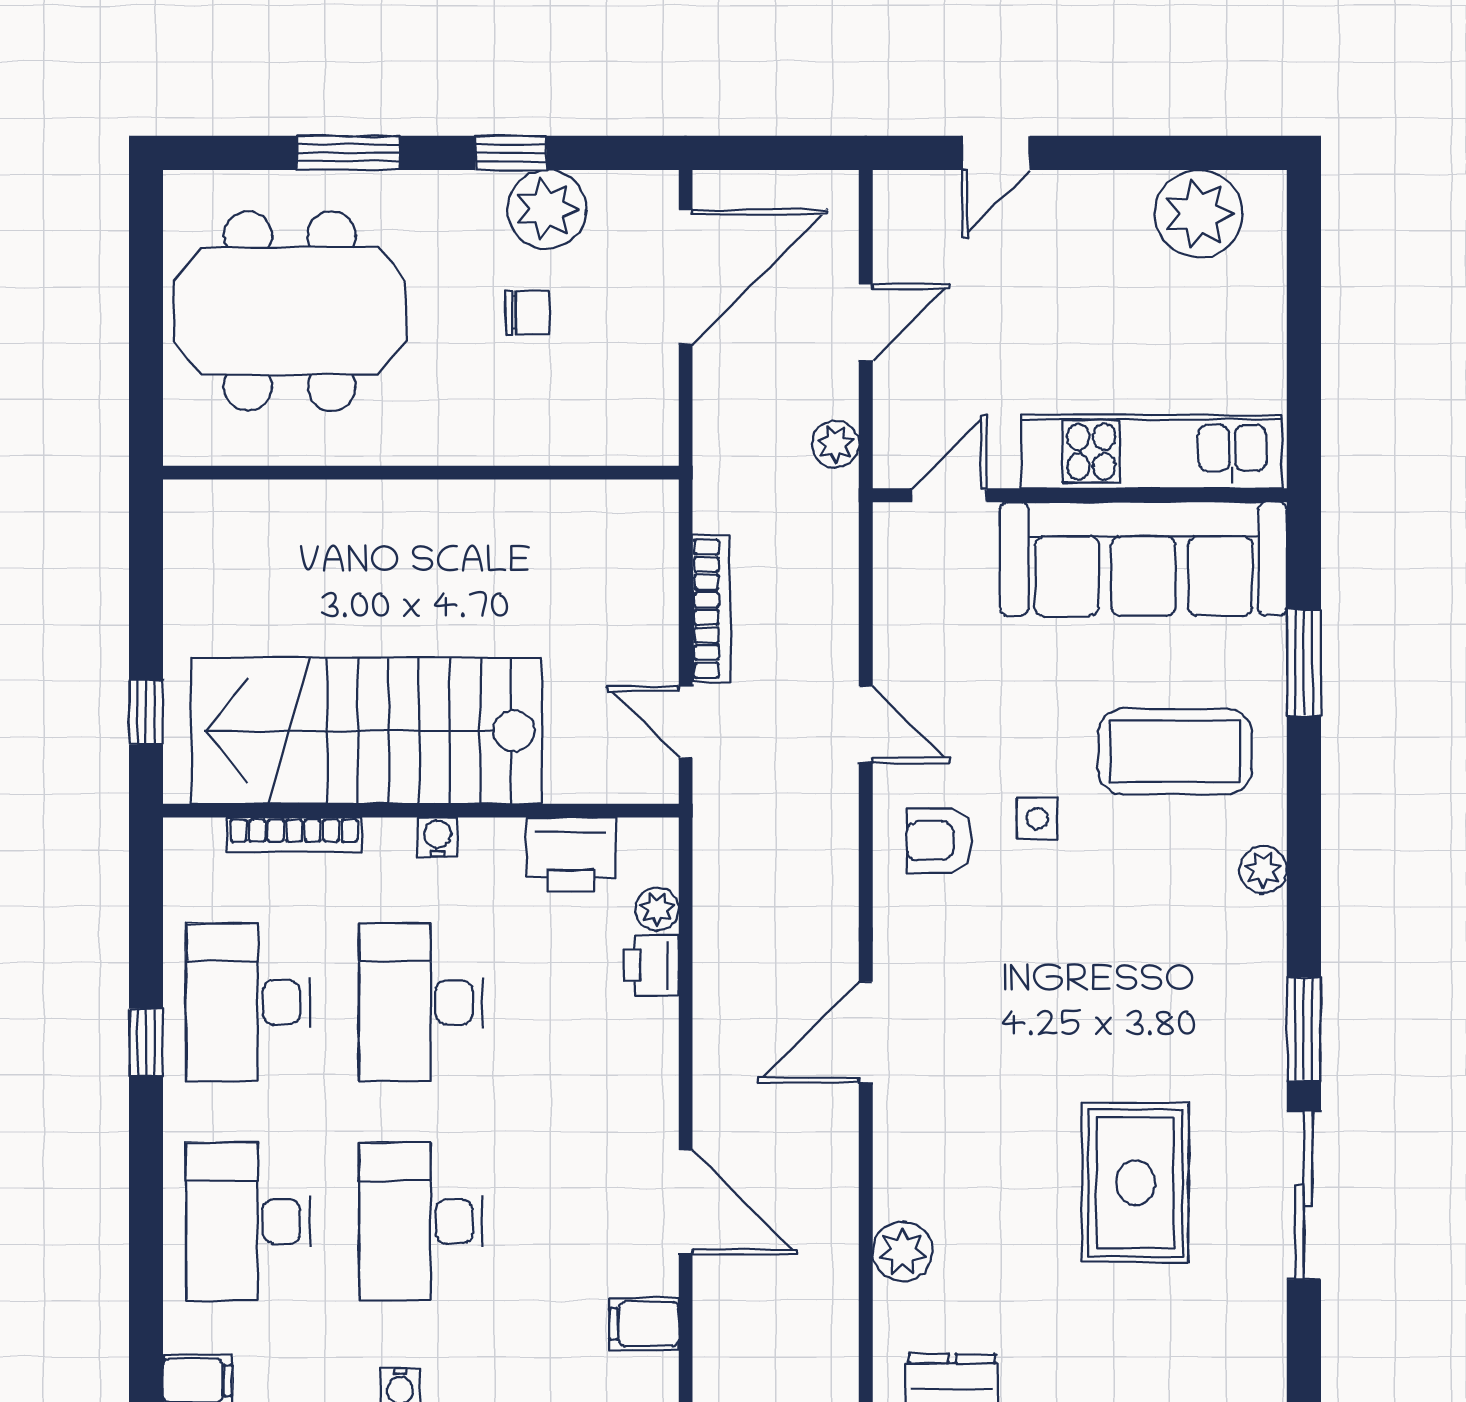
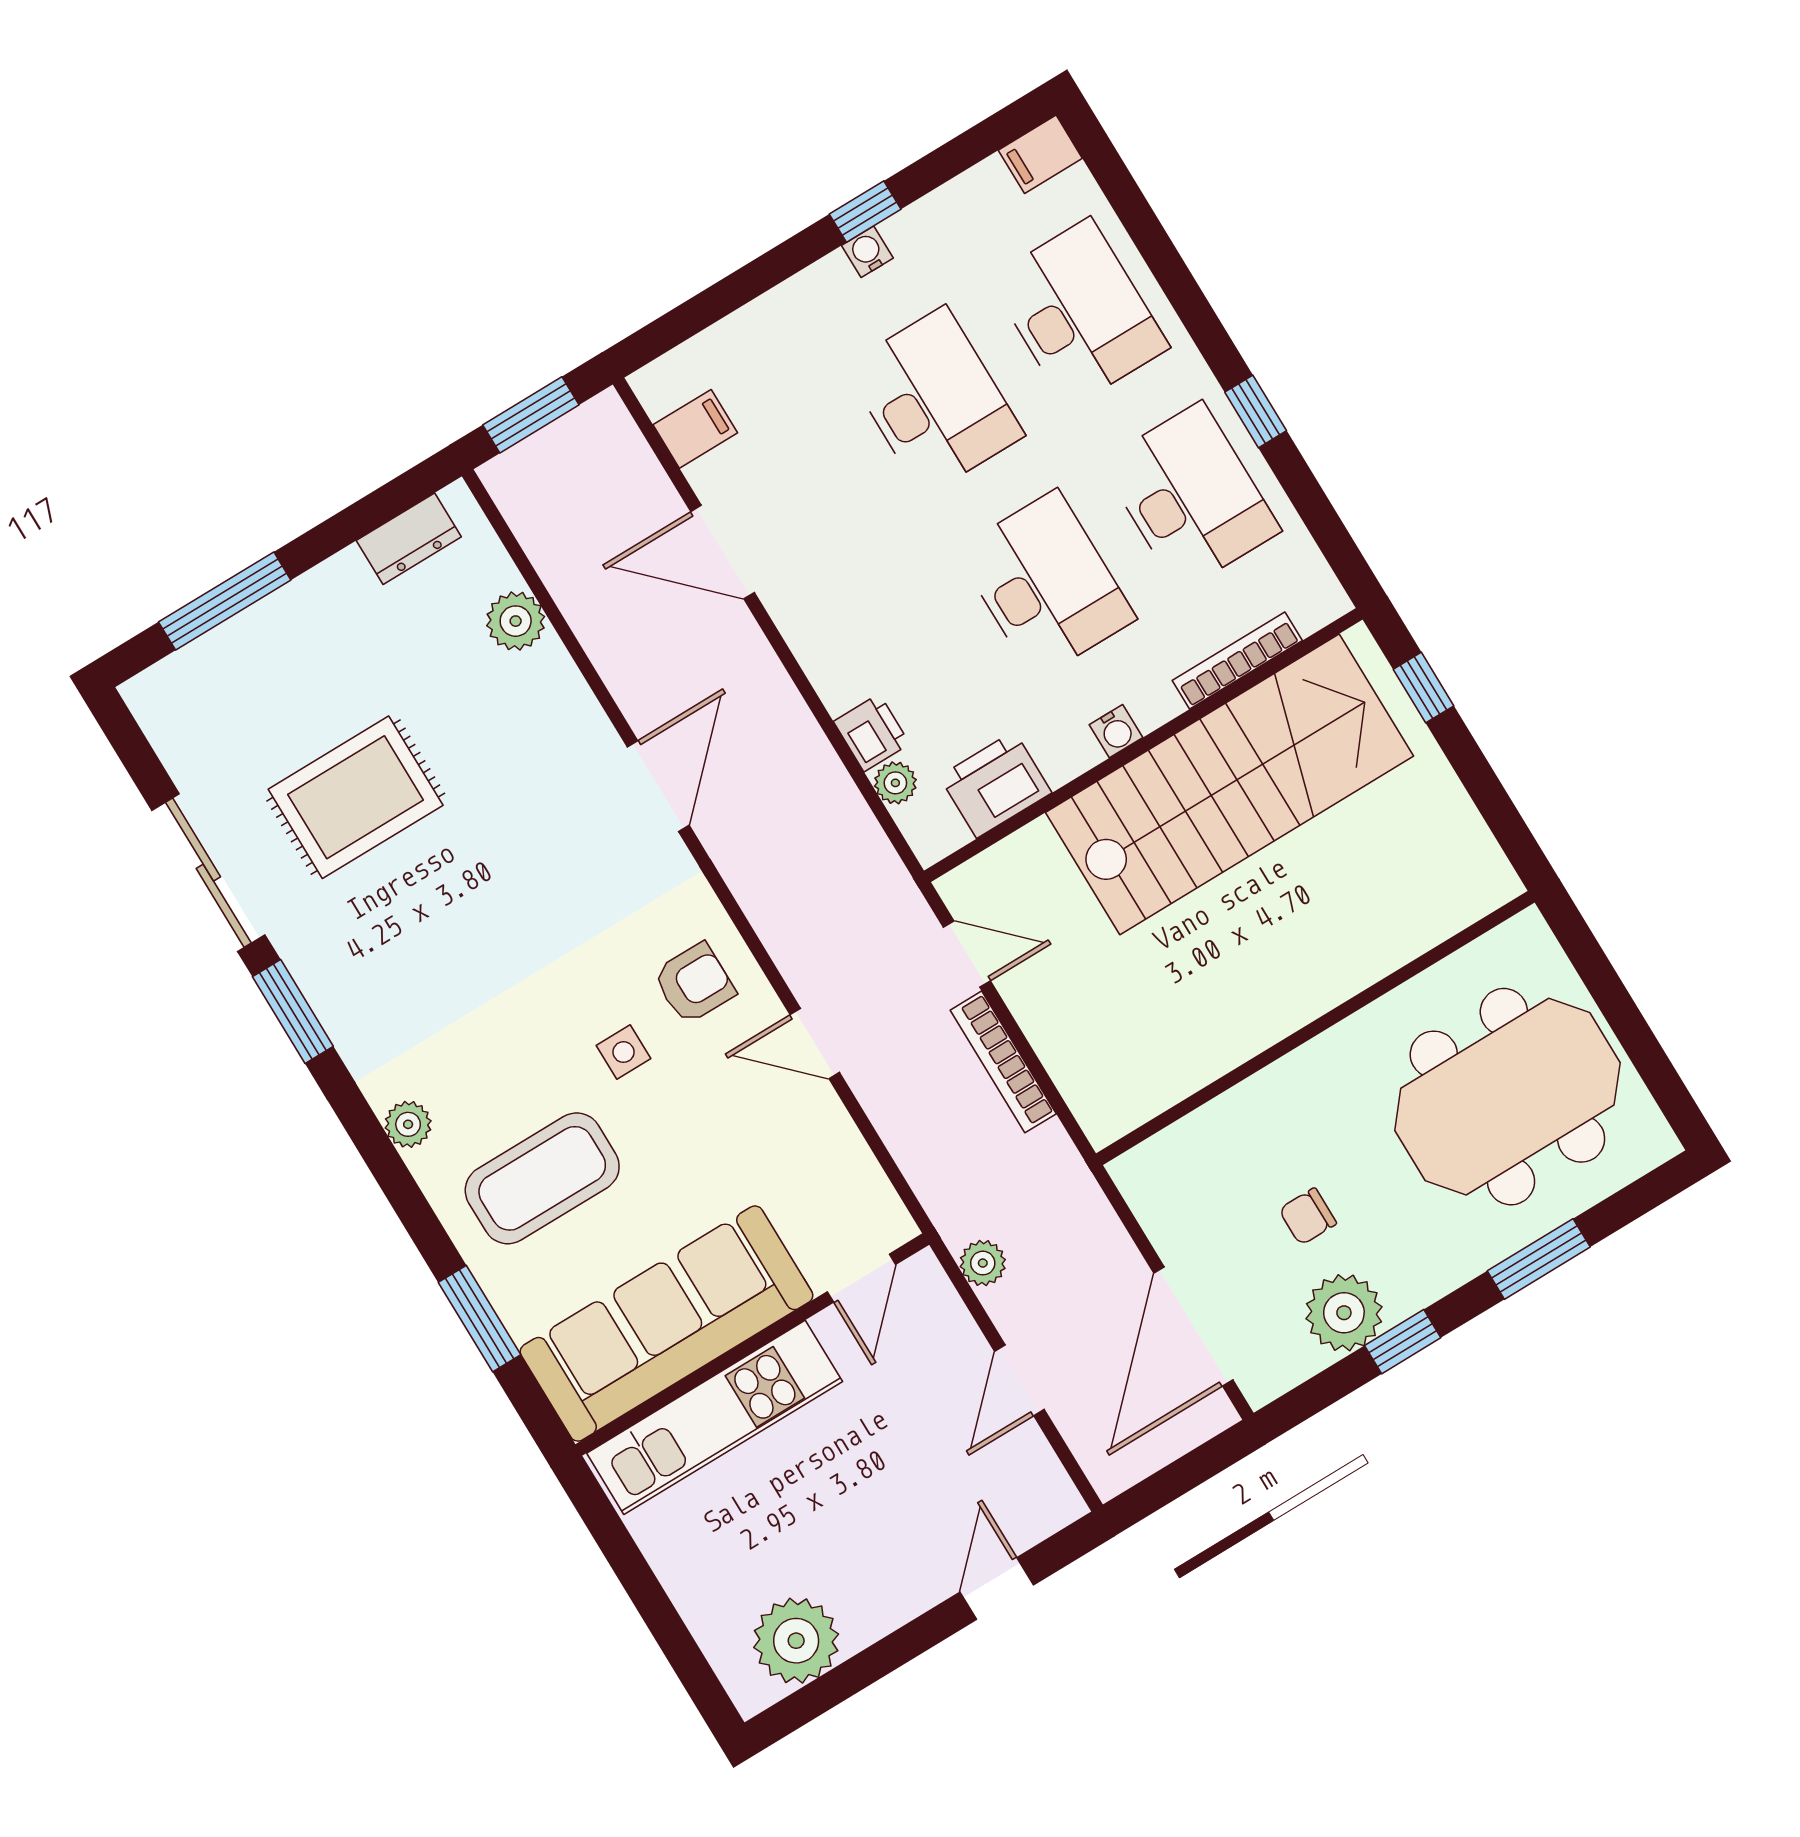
rug: (1136, 1183) -> (356, 797), turned 90

